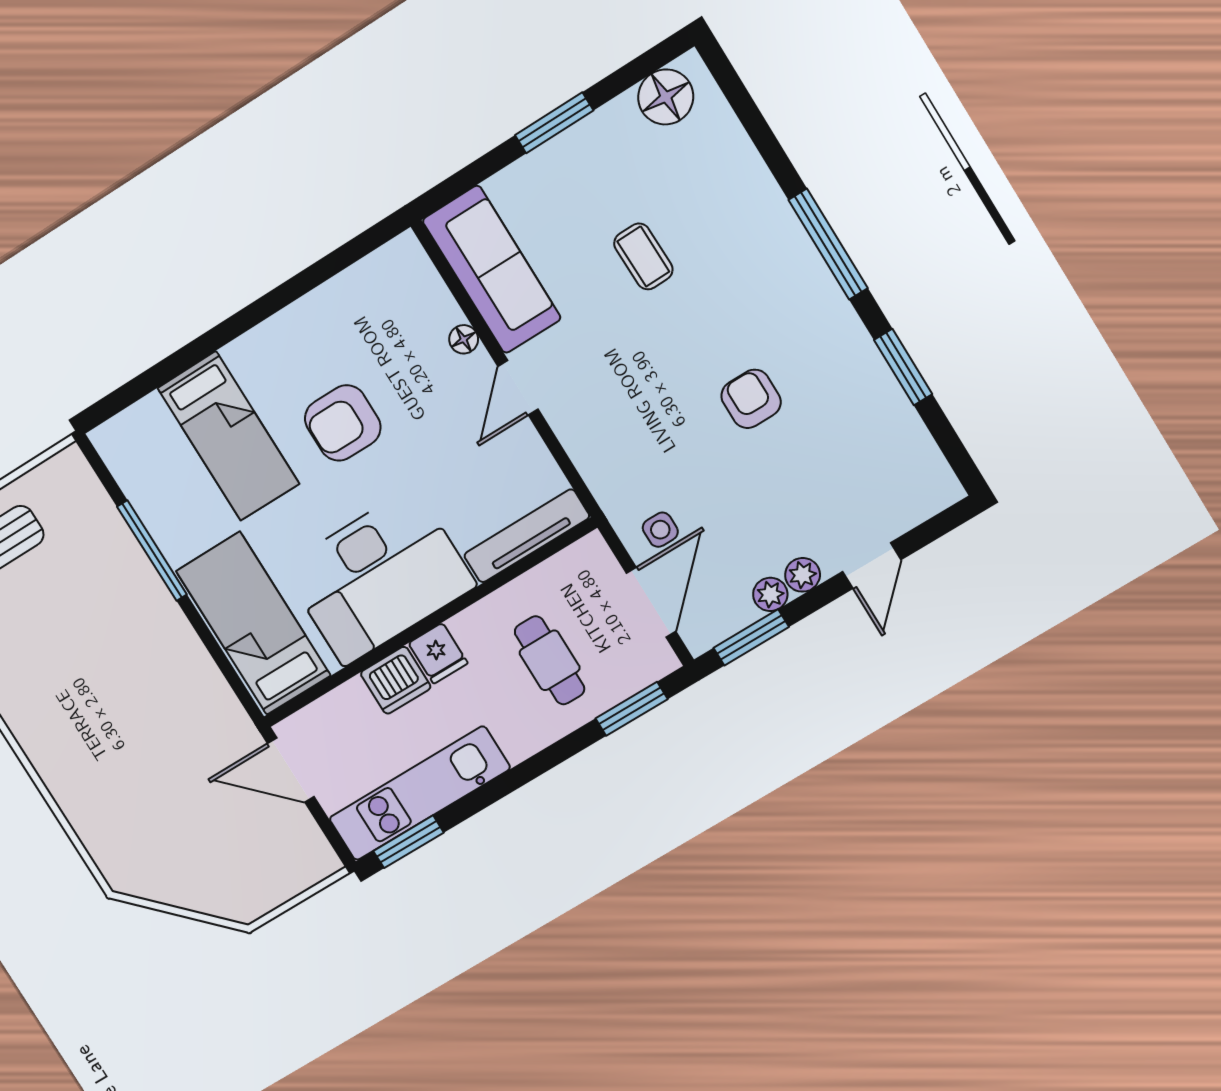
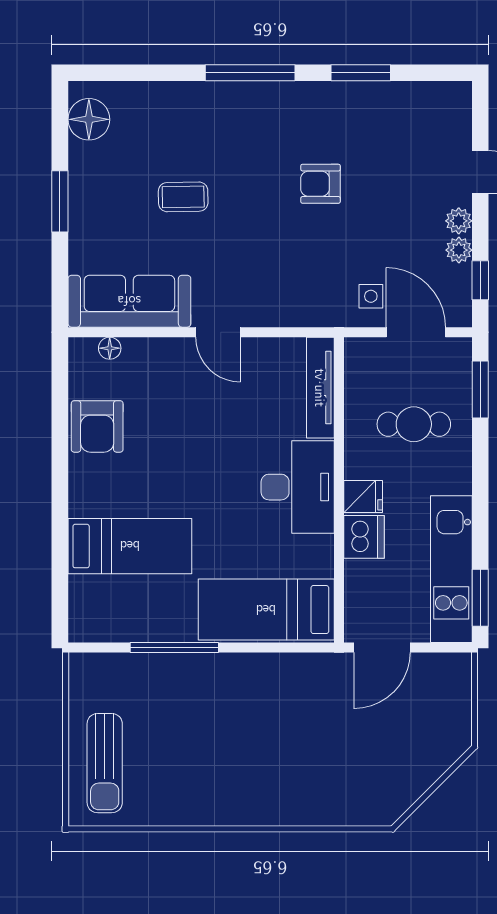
floor lamp: (464, 339) -> (110, 348), moved
armchair: (343, 423) -> (97, 426), moved
desk: (379, 576) -> (298, 487), width x0.73, depth x0.77
window: (751, 637) -> (480, 280), width x0.67

